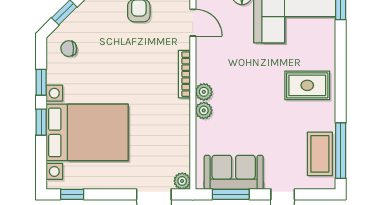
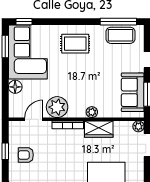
rug: (307, 85) -> (75, 44), turned 90
plant: (204, 92) -> (57, 107), moved, width x1.88, depth x1.88
wardrobe: (178, 121) -> (99, 129), added

